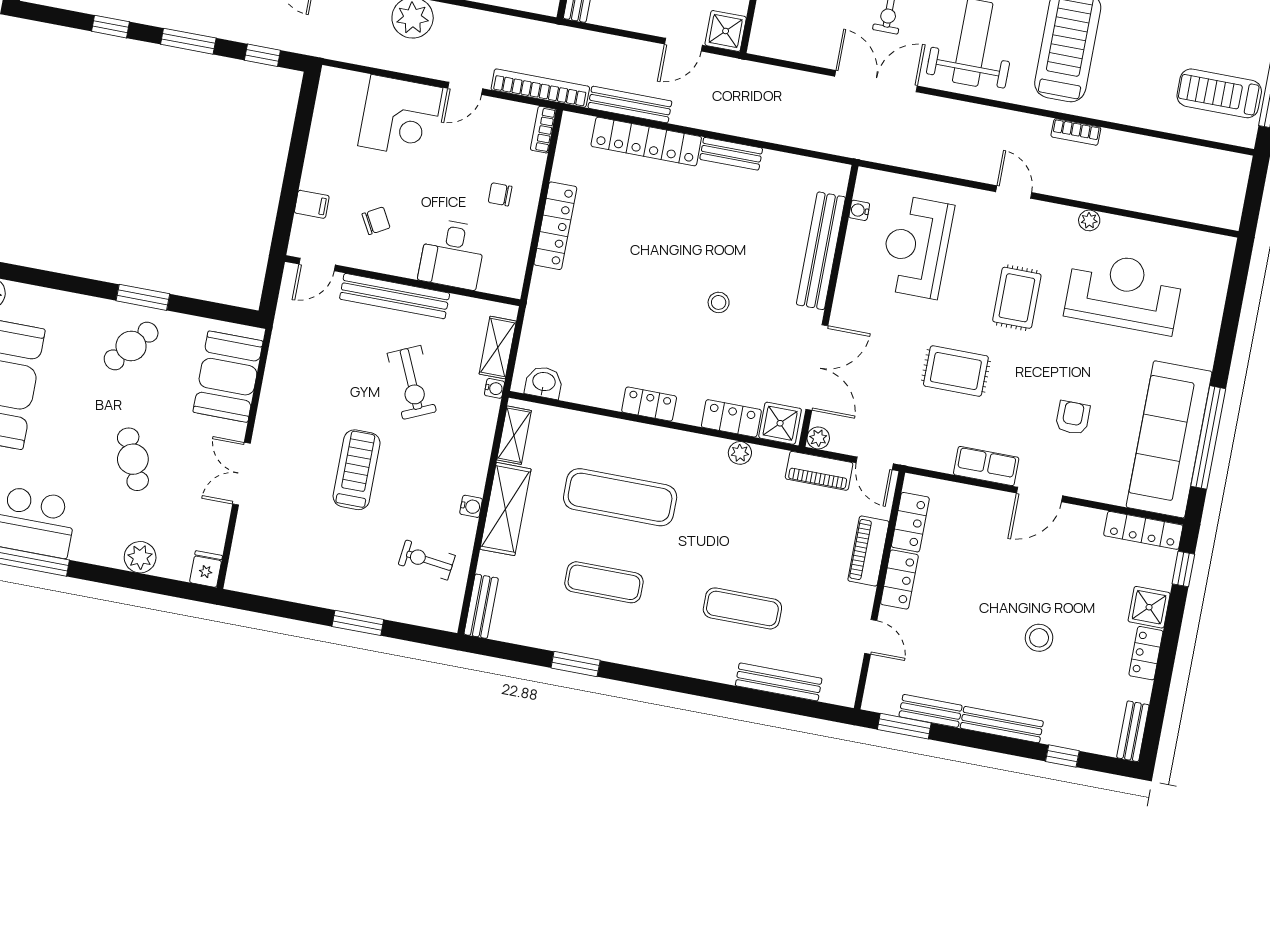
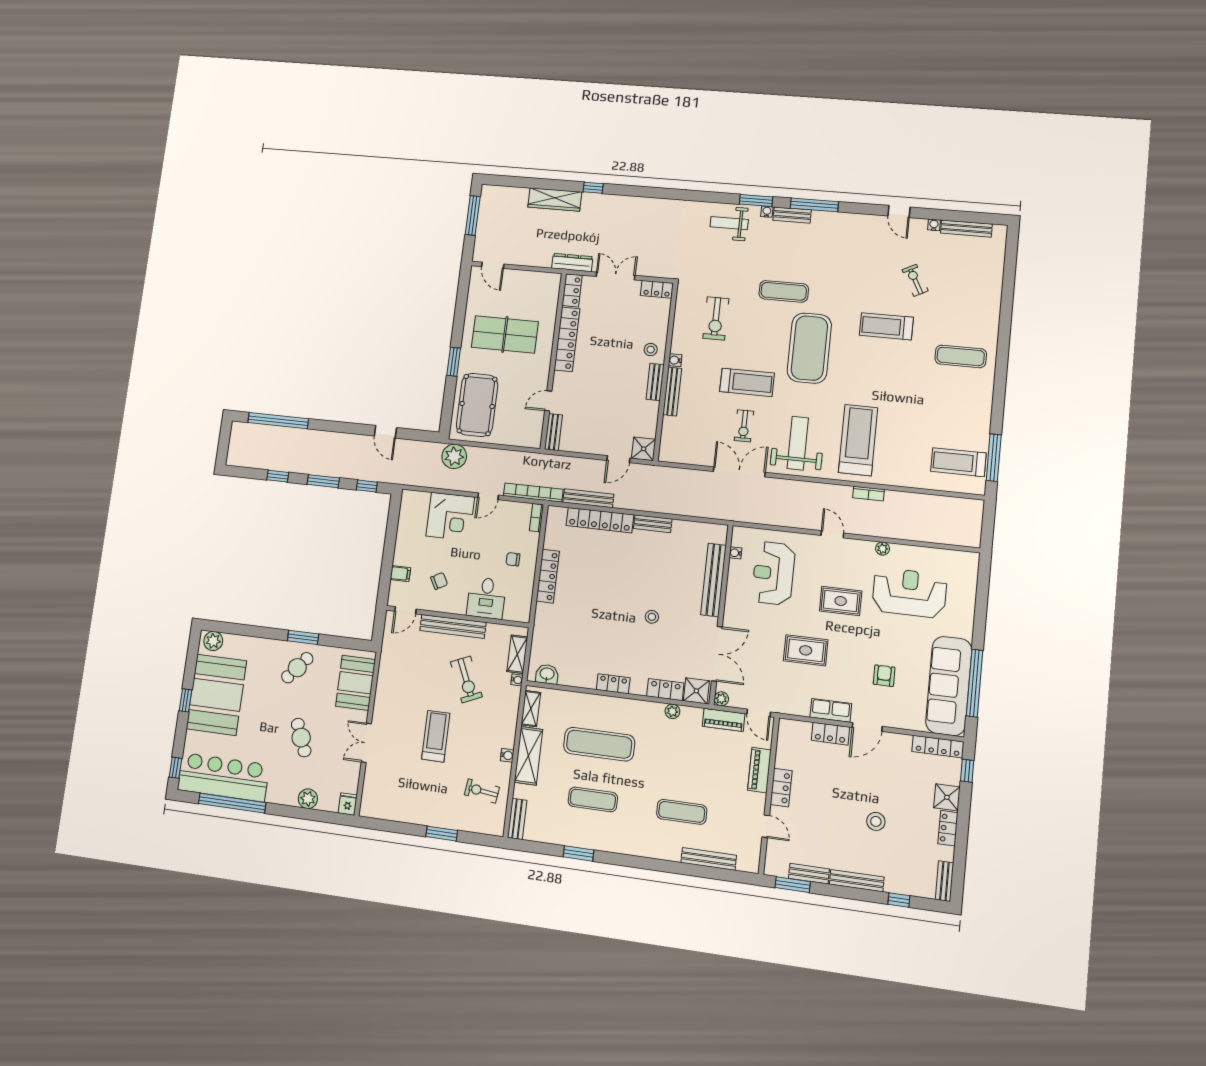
rug: (1017, 298) -> (841, 601), turned 90
locker: (910, 522) -> (830, 734), moved, turned 90

